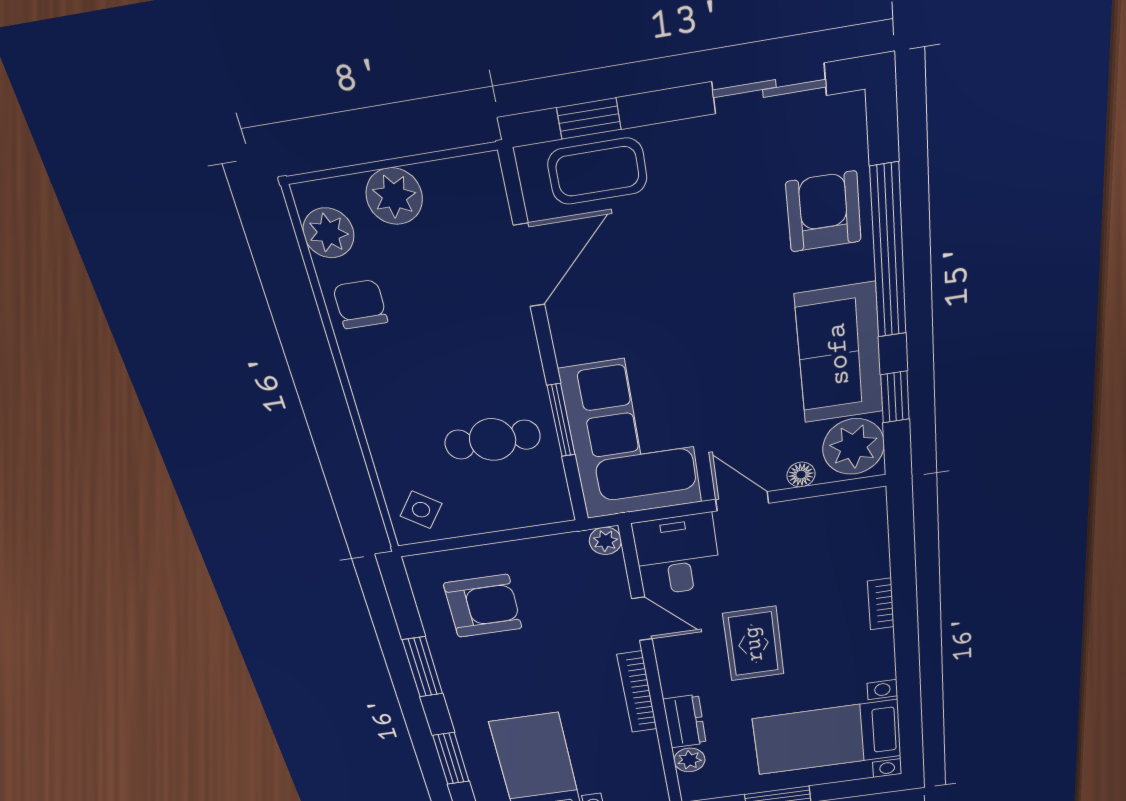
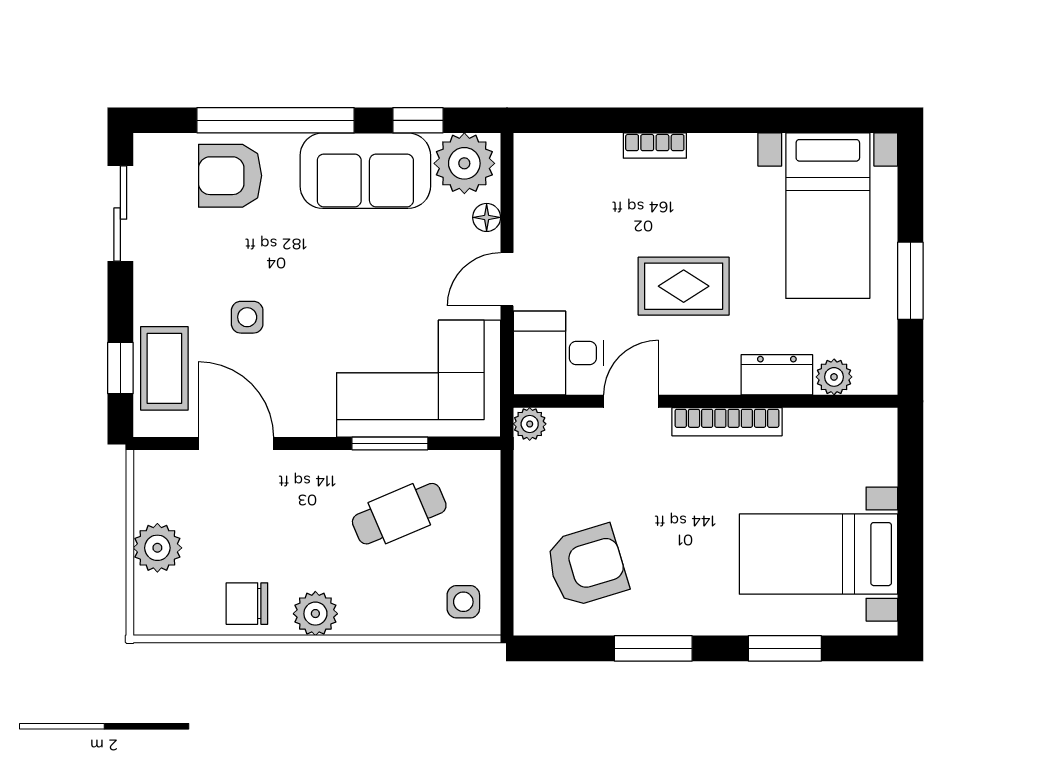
plant: (328, 233) -> (315, 614), moved
side table: (669, 256) -> (247, 317), added
cafe table: (493, 440) -> (399, 514), turned 67
side table: (421, 510) -> (463, 602), turned -36
armchair: (483, 606) -> (587, 566), turned 73

